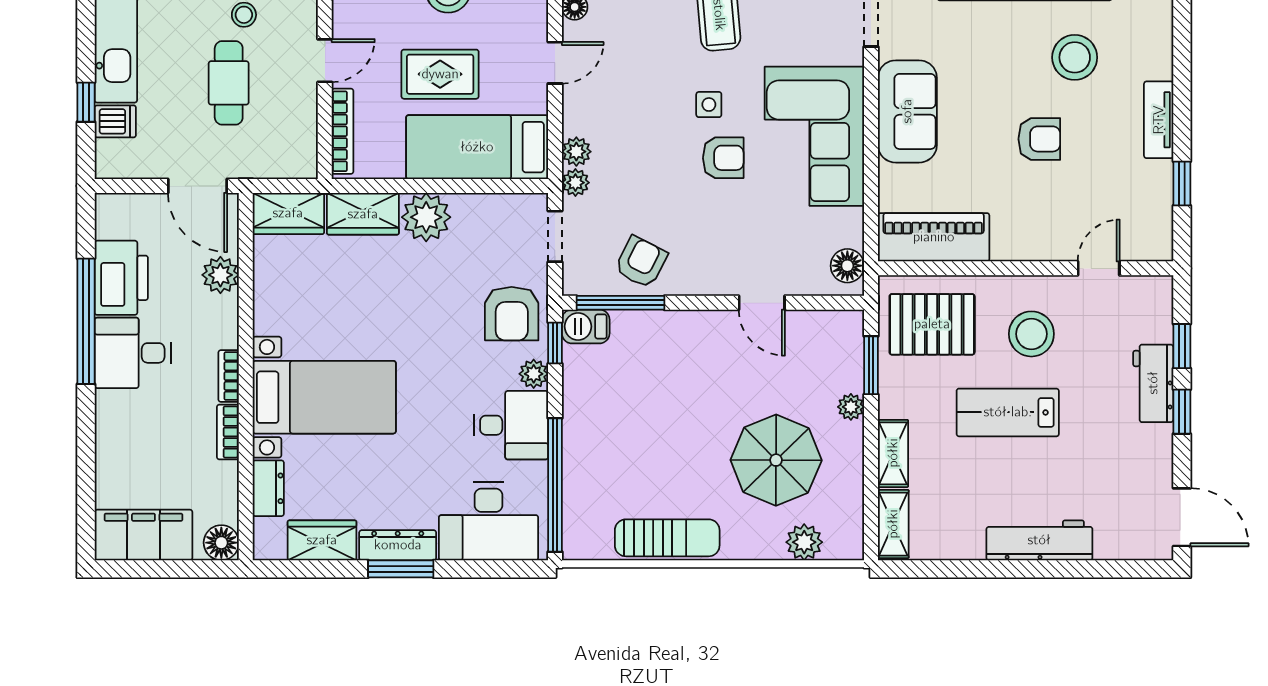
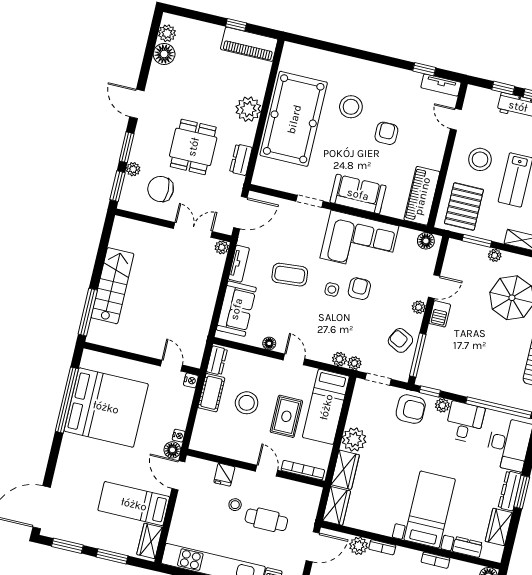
tv unit: (1159, 120) -> (441, 85), moved
plant: (714, 282) -> (419, 307), added
barbecue: (586, 326) -> (440, 314), moved
bookcase: (229, 376) -> (382, 547), moved

